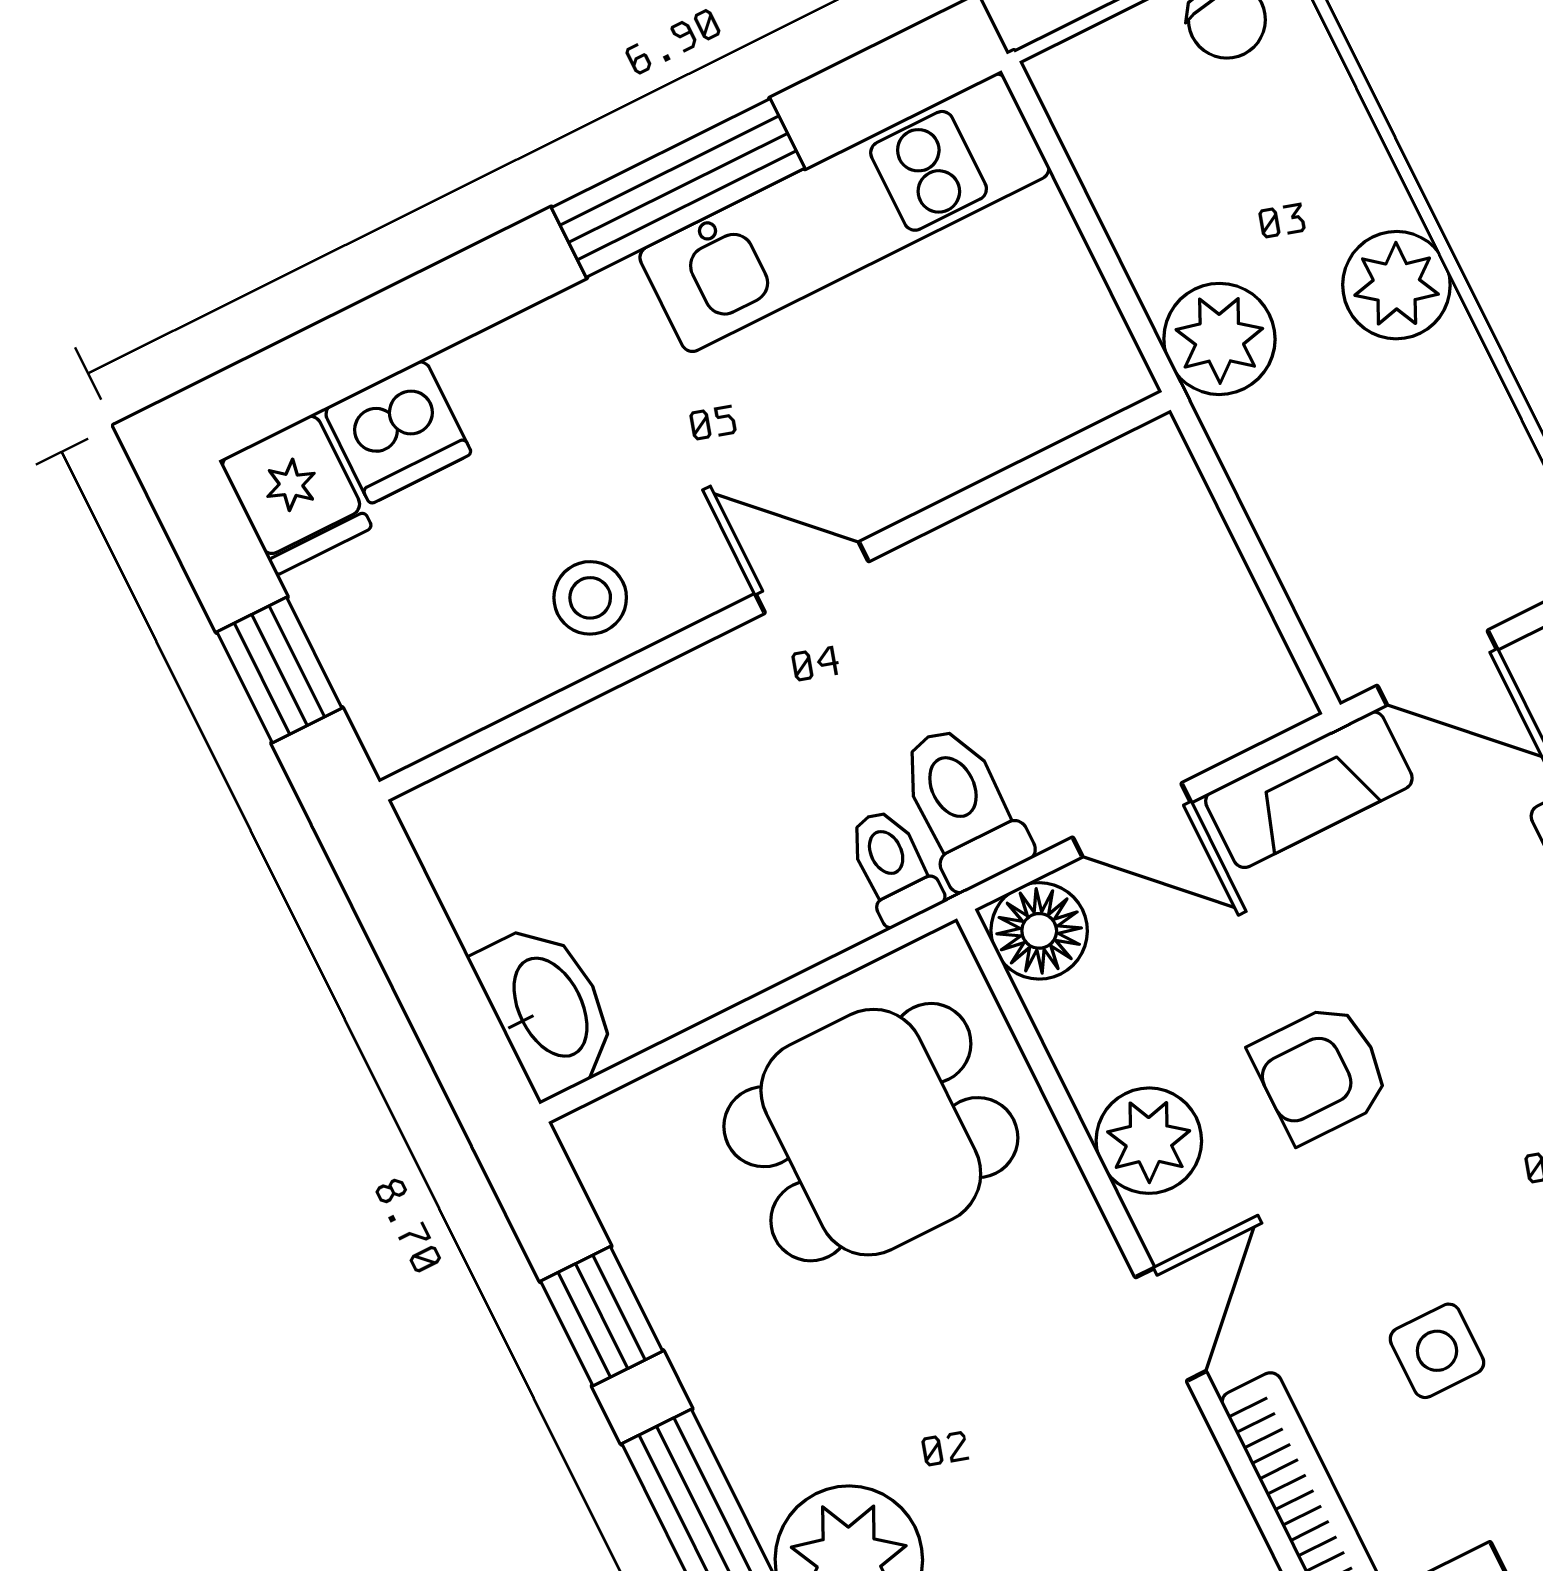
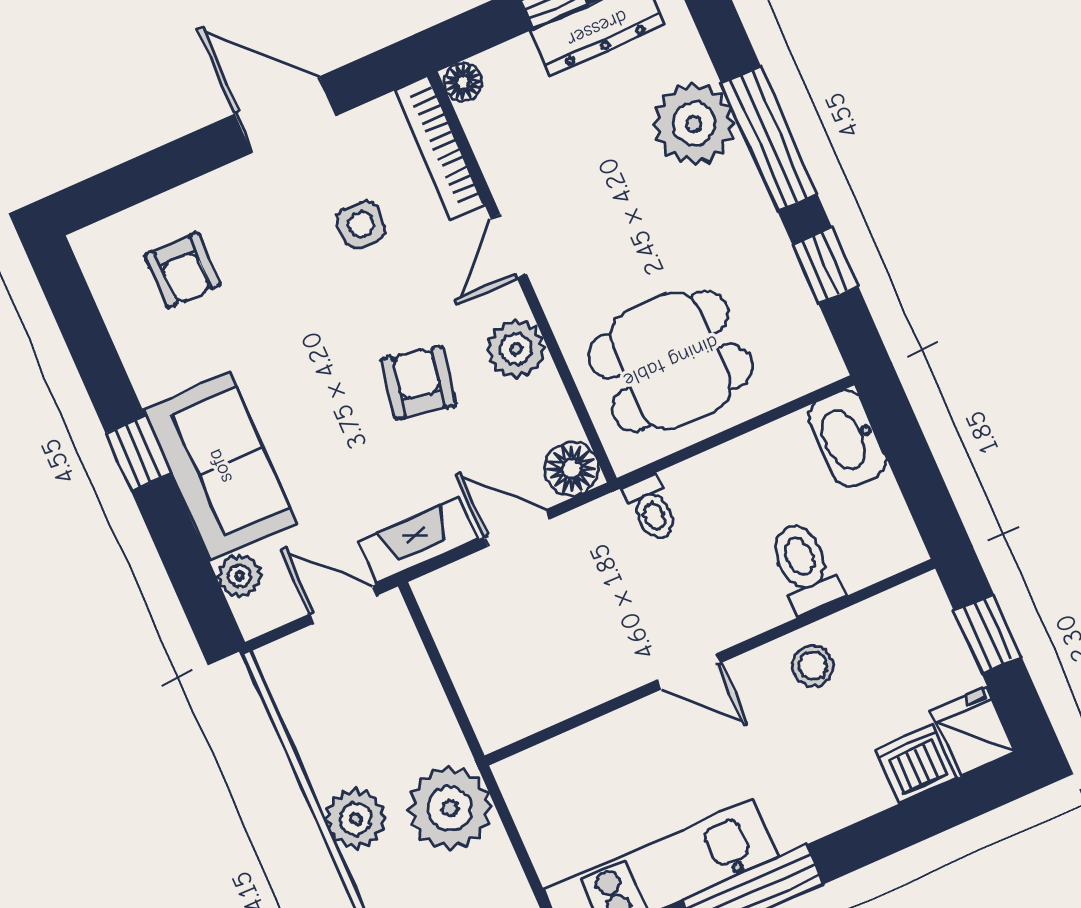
plant: (1219, 339) -> (450, 808), width x1.36, depth x1.36
toilet: (963, 807) -> (804, 567), moved, turned 180
armchair: (1321, 1073) -> (419, 382), turned -79

